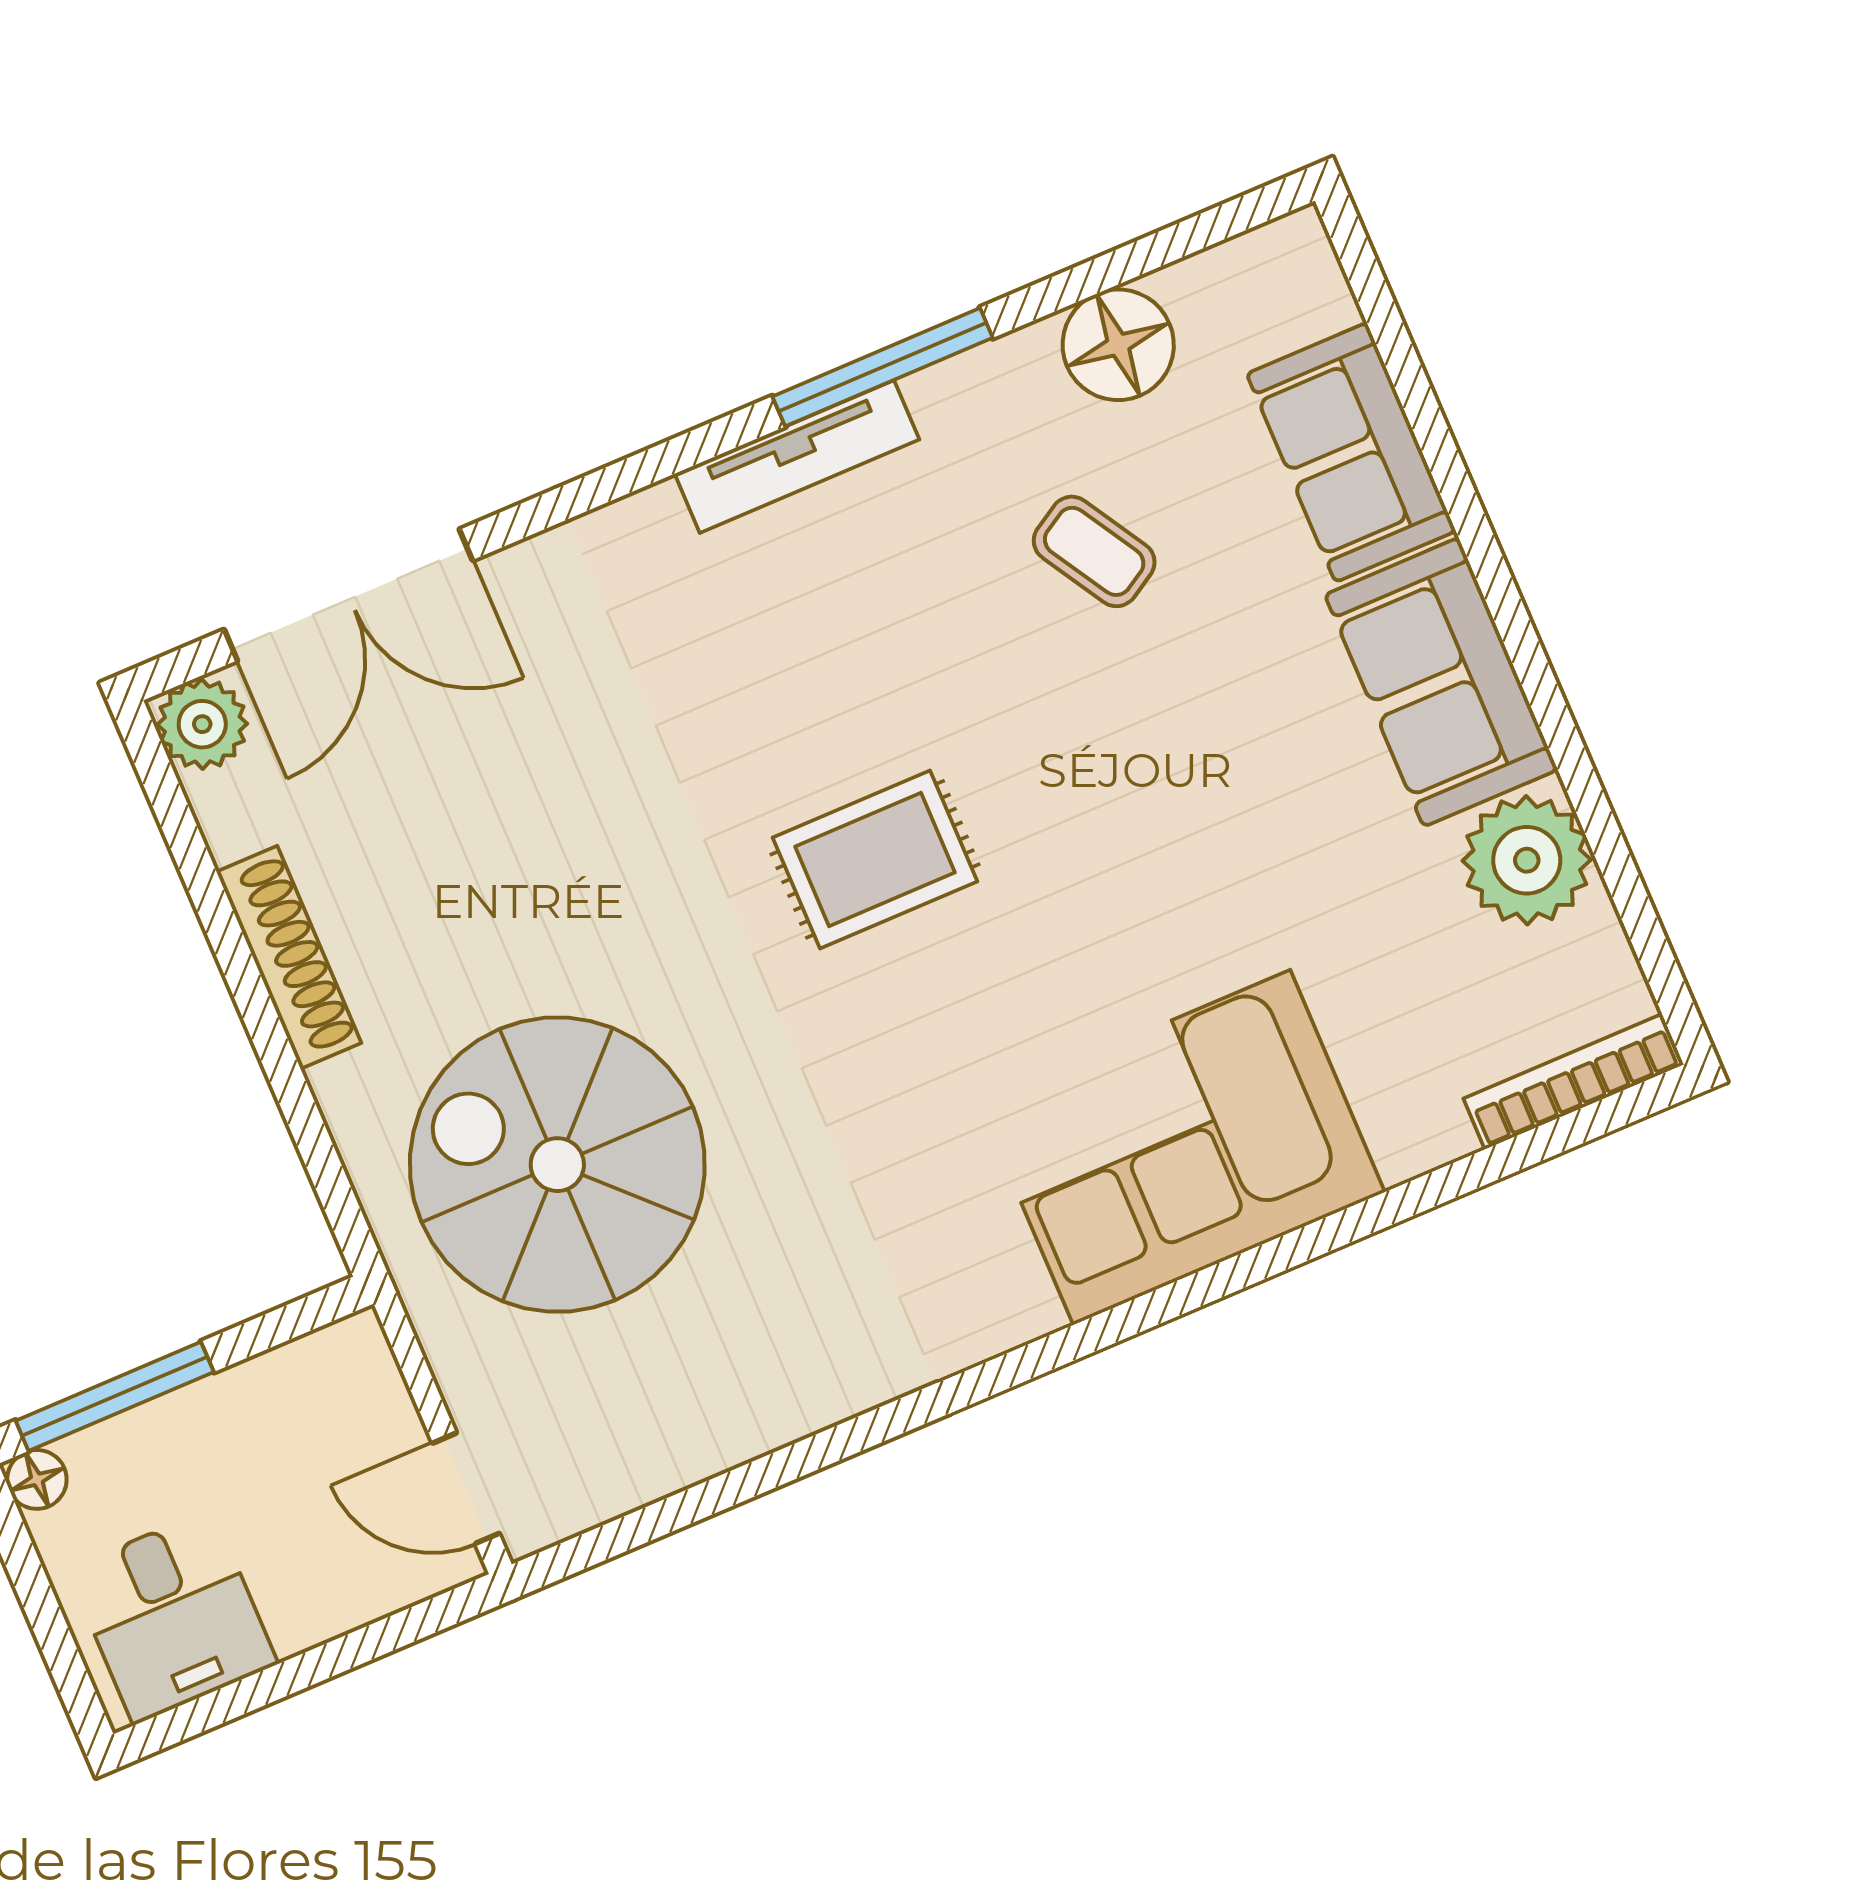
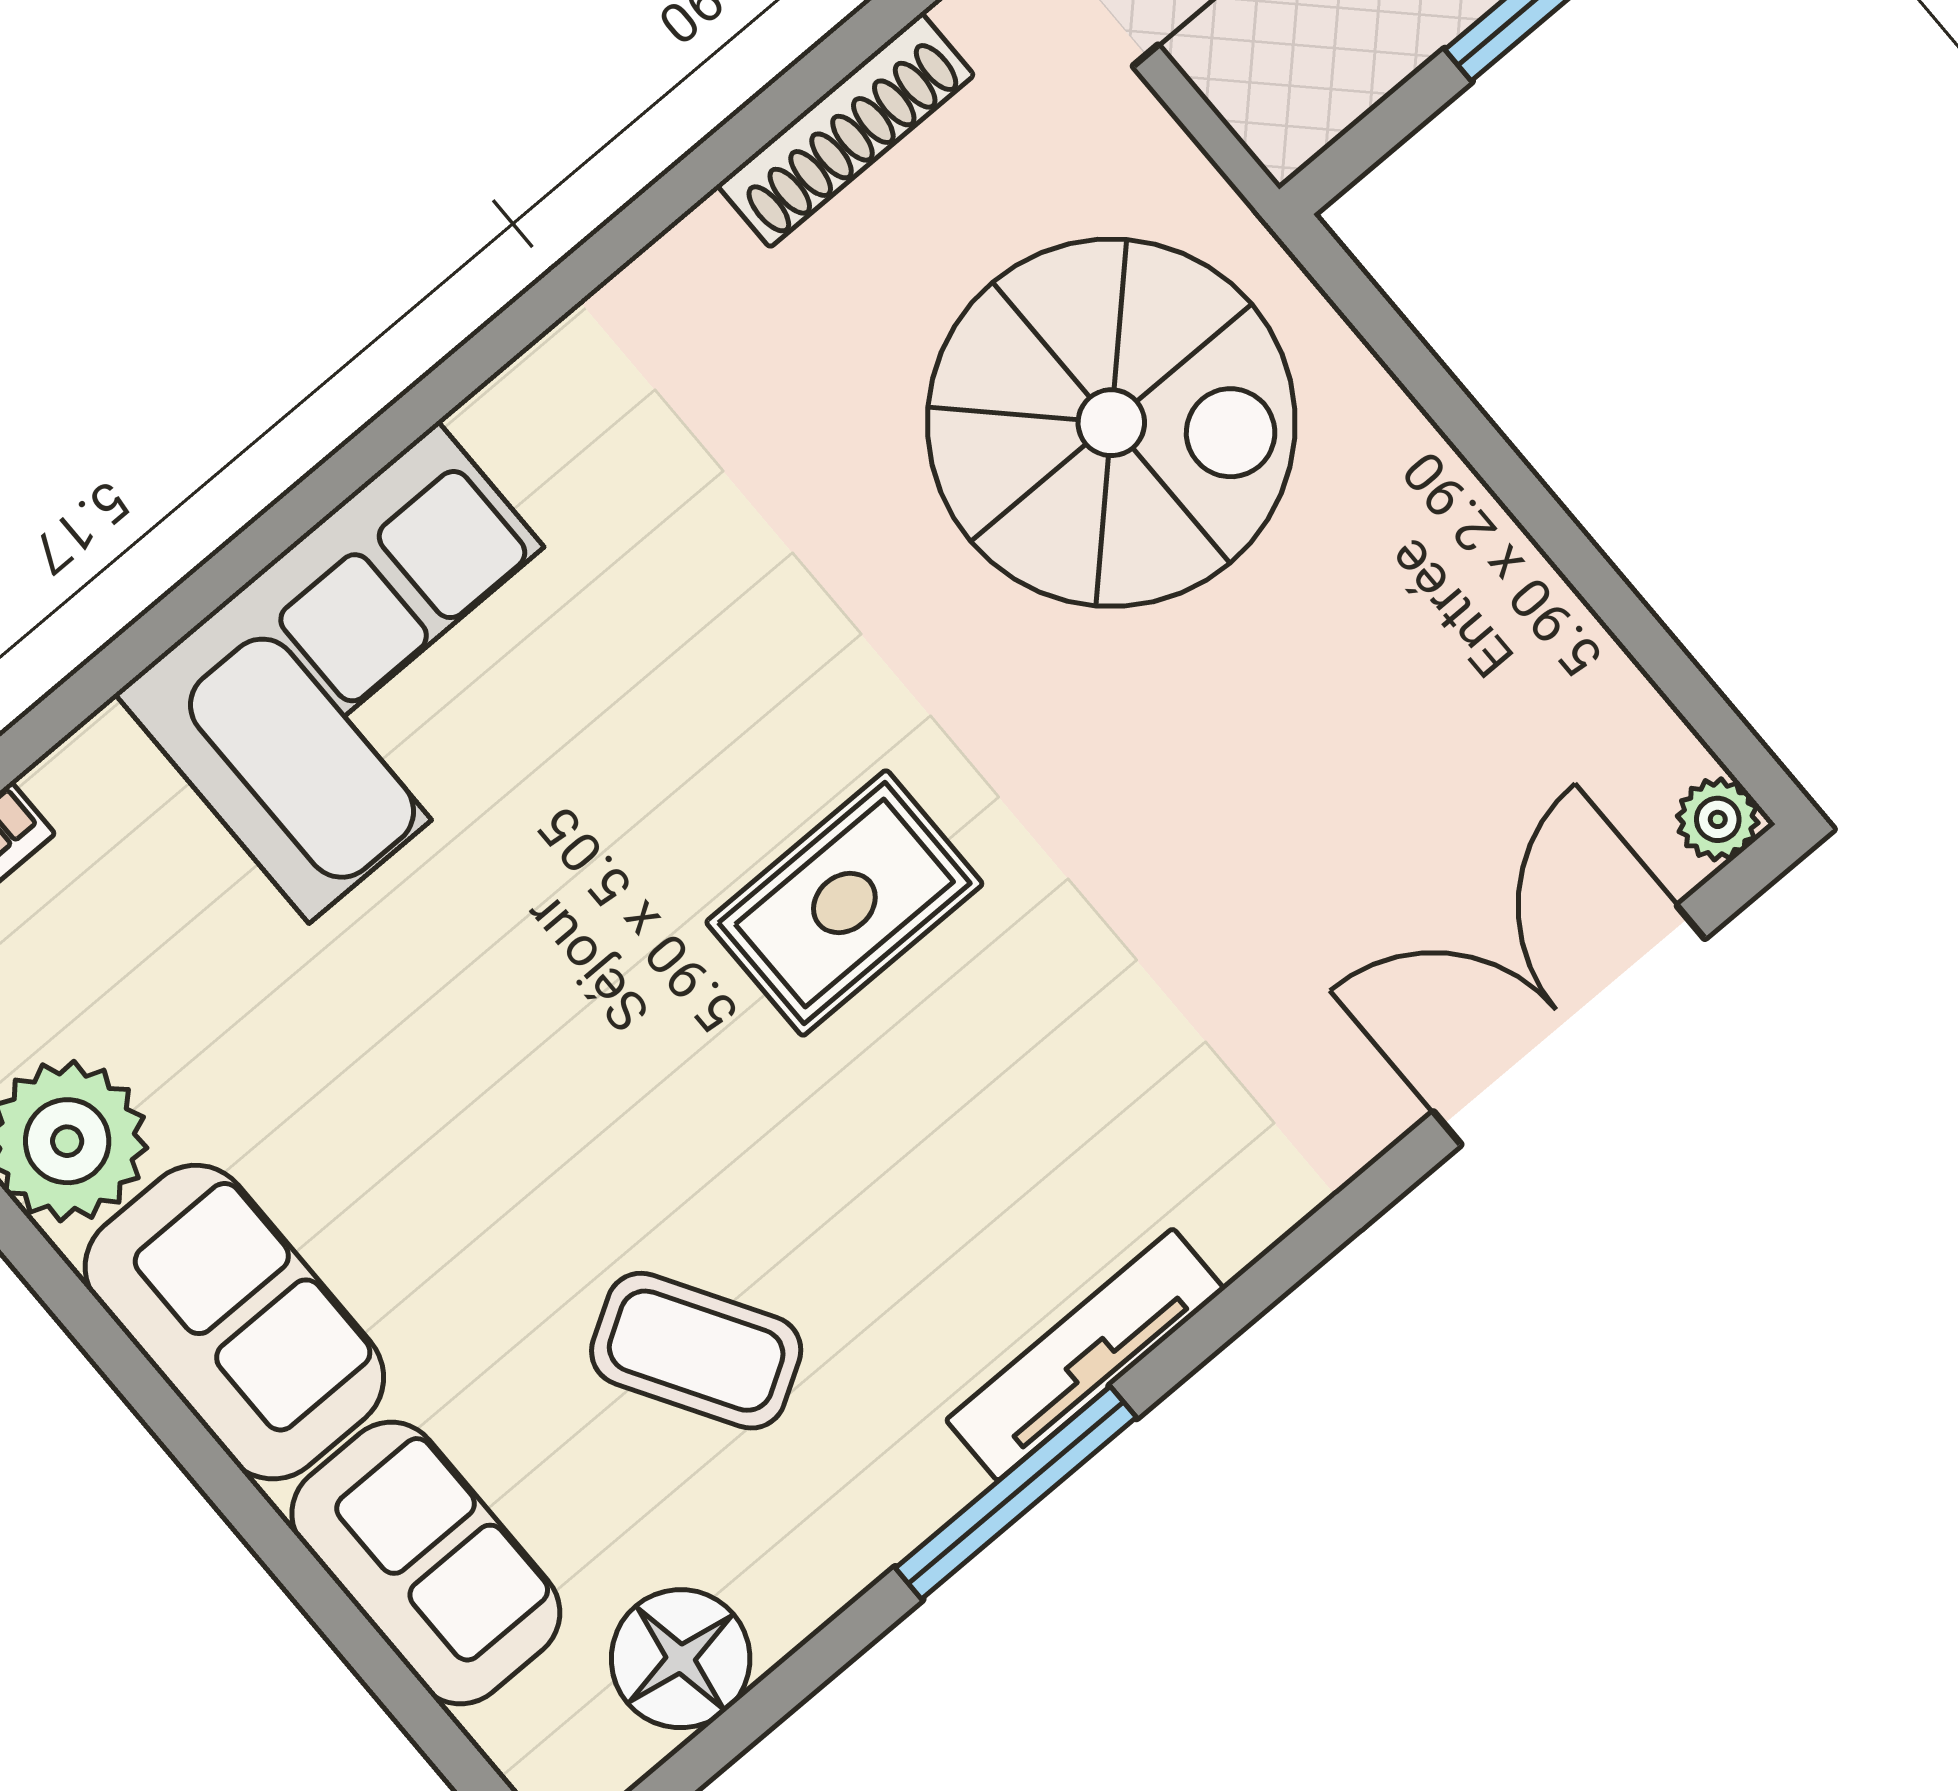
floor lamp: (1118, 345) -> (681, 1659), moved
coffee table: (1094, 551) -> (696, 1351), width x1.36, depth x1.30
plant: (202, 724) -> (1718, 819), width x0.73, depth x0.73
shoe rack: (289, 957) -> (846, 130), moved, turned -90

